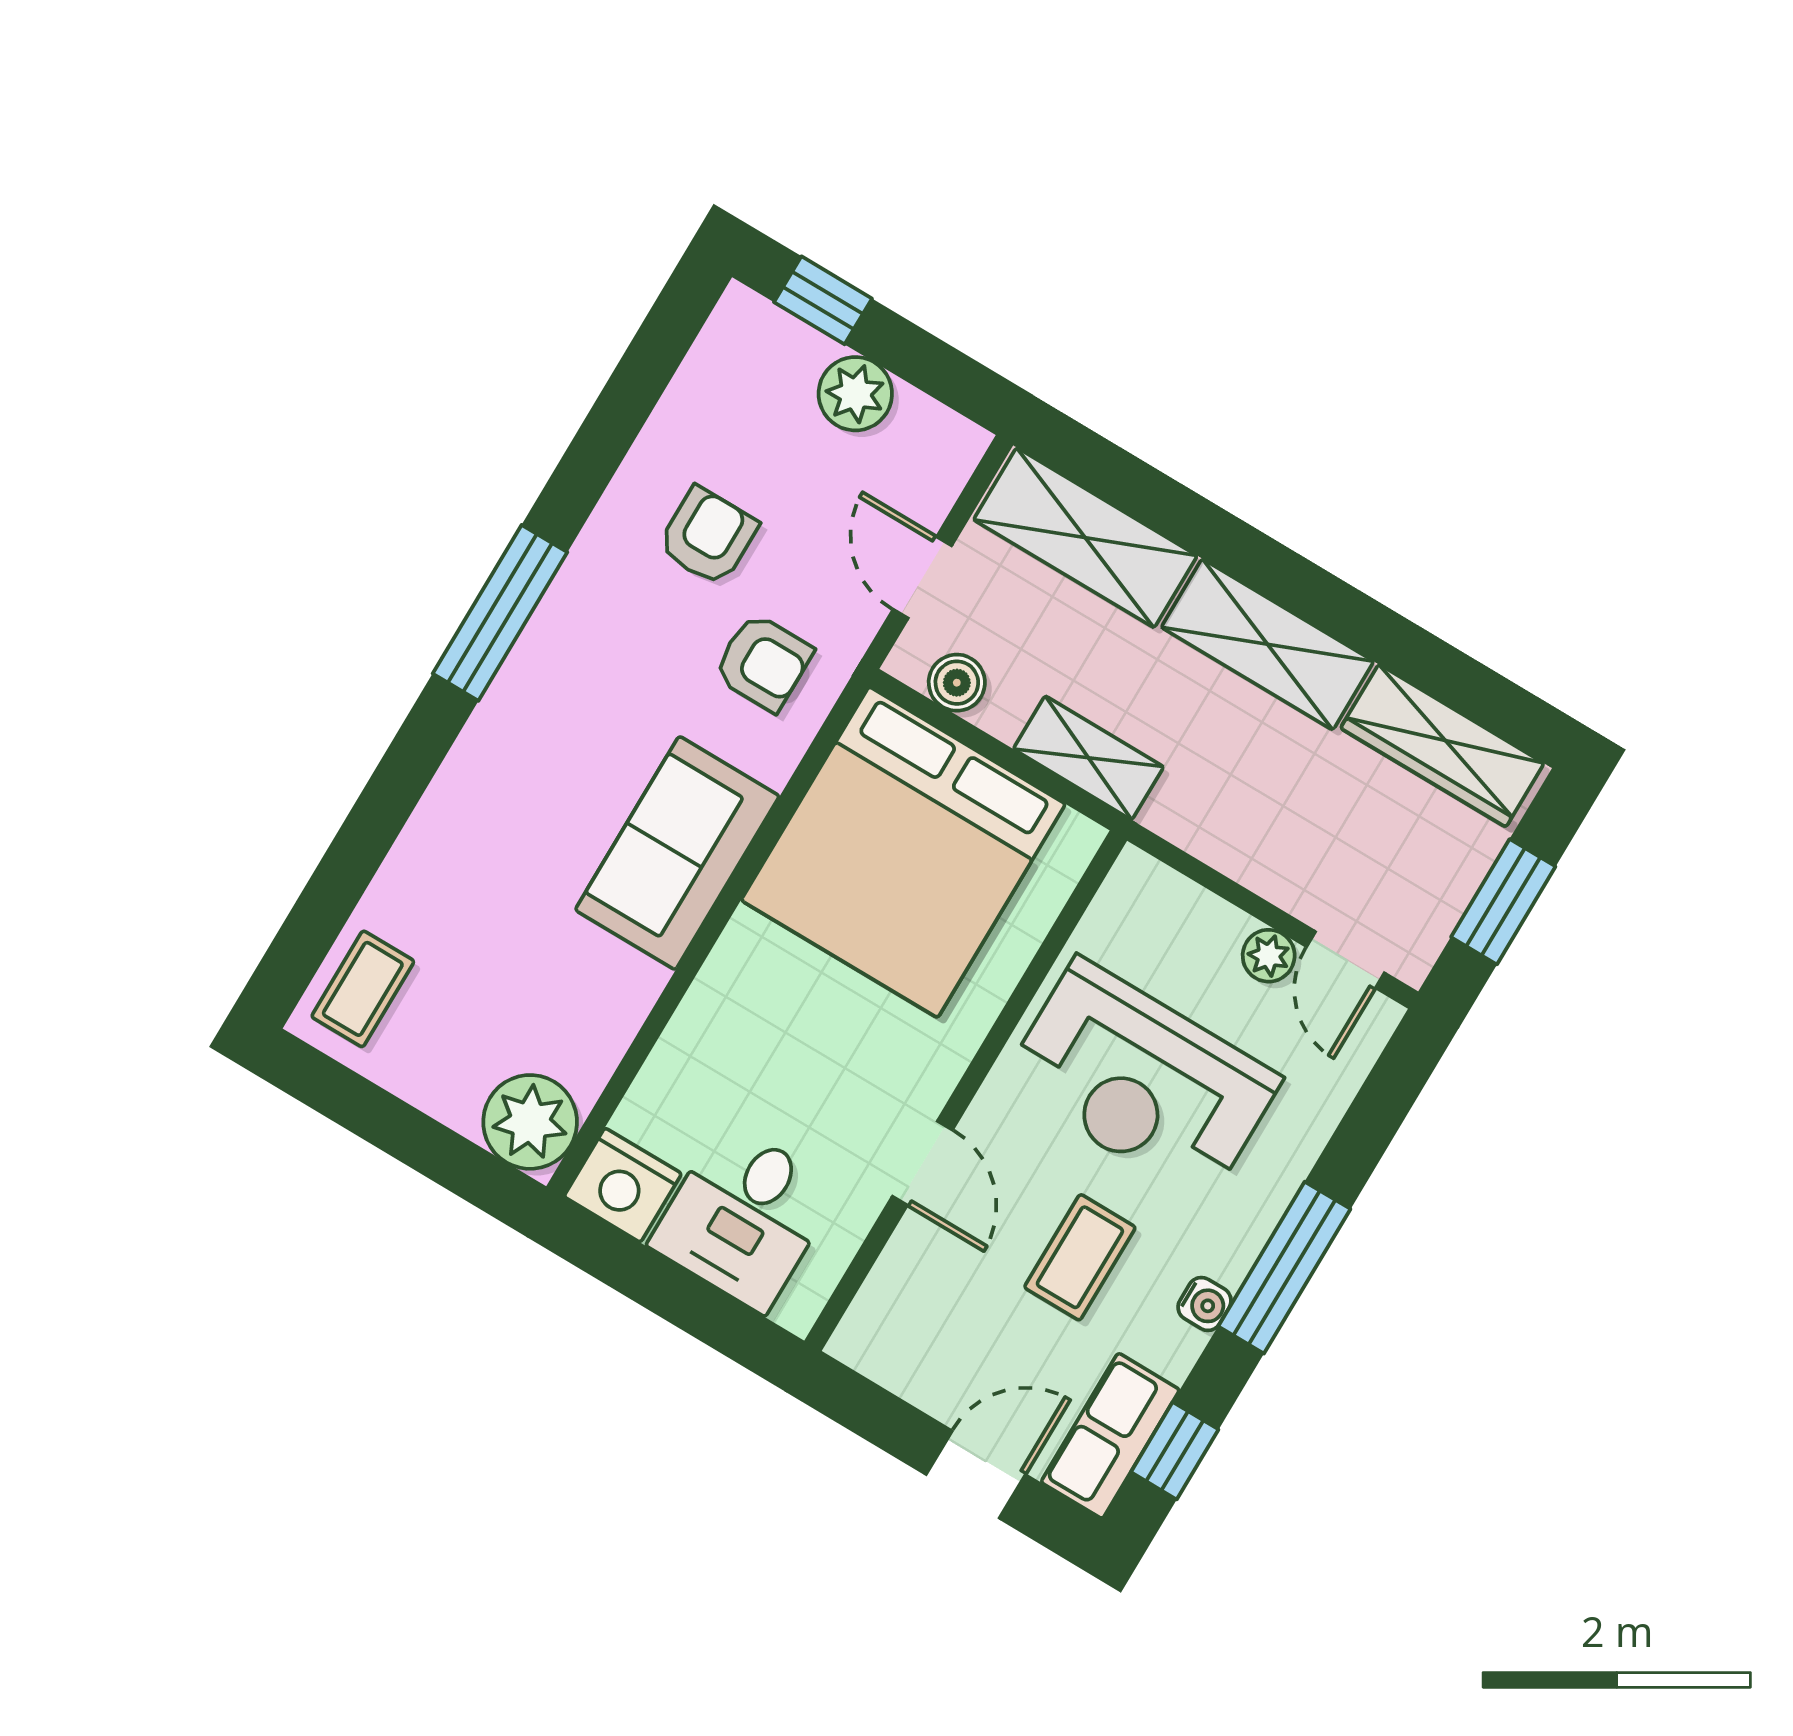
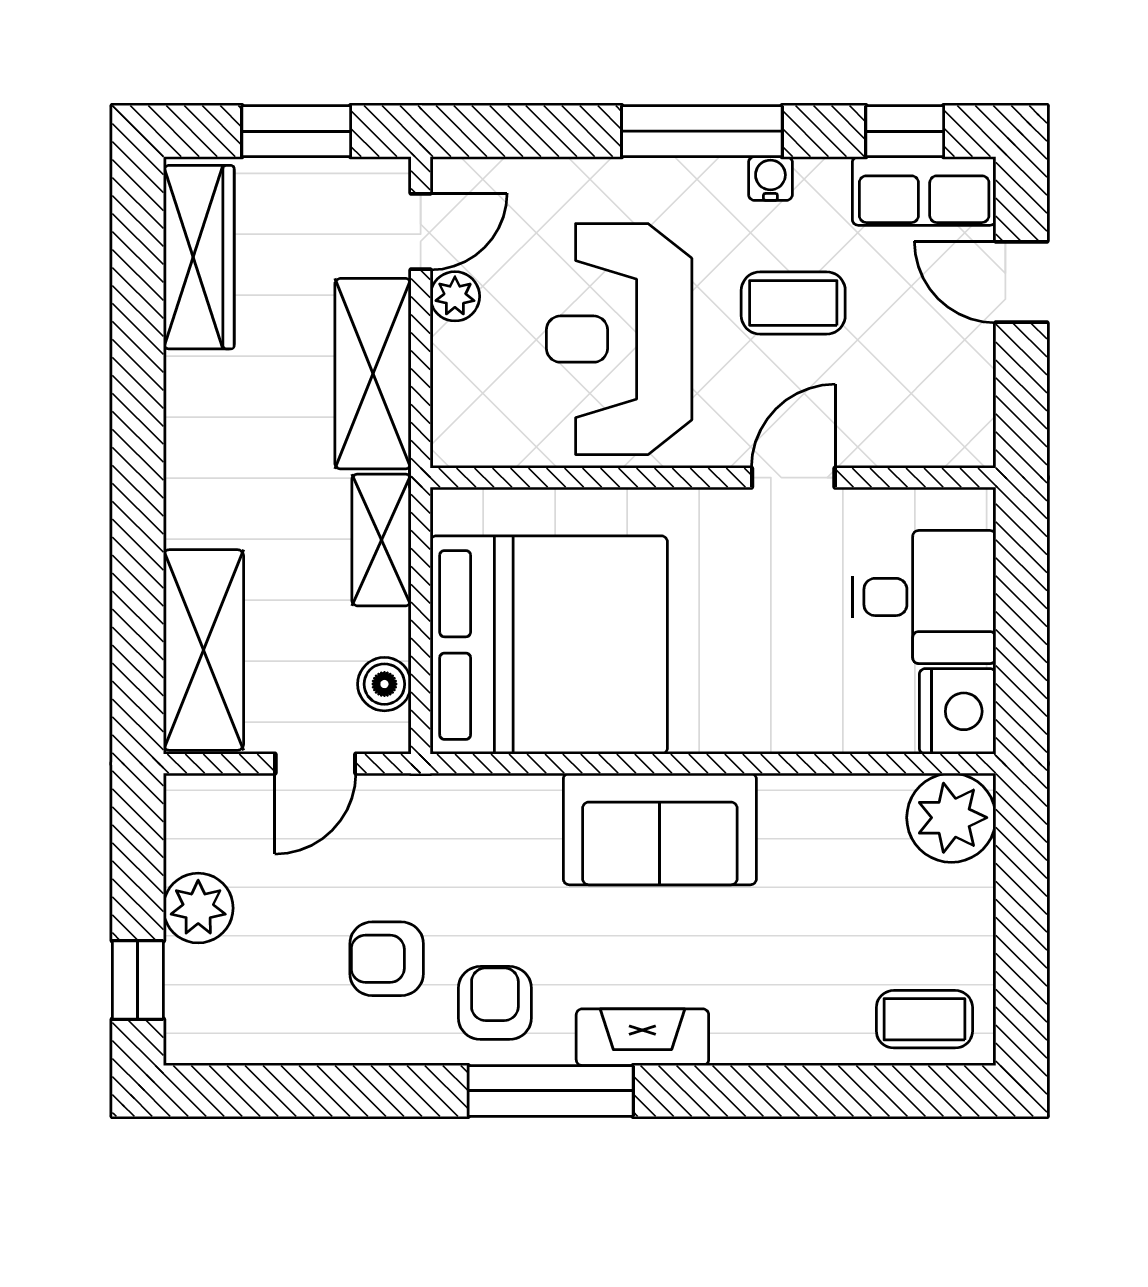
shelving: (1267, 644) -> (373, 374), moved
armchair: (763, 662) -> (495, 1003), moved
fireplace: (499, 725) -> (642, 1037), added
reception desk: (1141, 1081) -> (619, 339), turned 180

